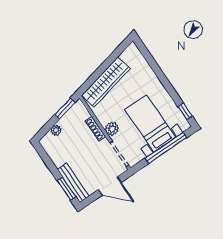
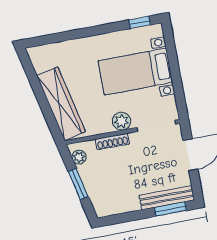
window: (65, 108) -> (78, 184), moved
plant: (56, 130) -> (79, 157), moved
window: (166, 148) -> (174, 66), removed

